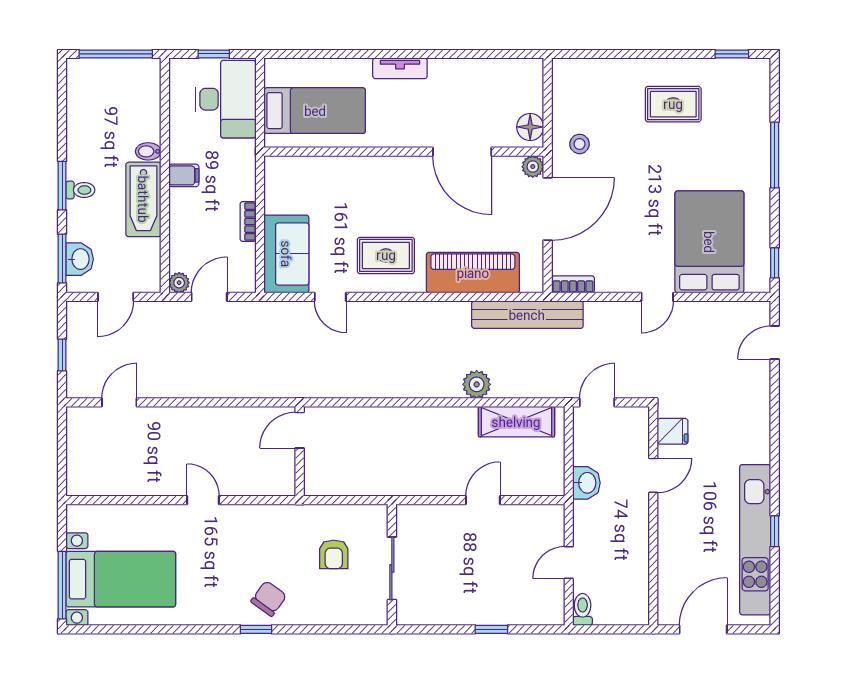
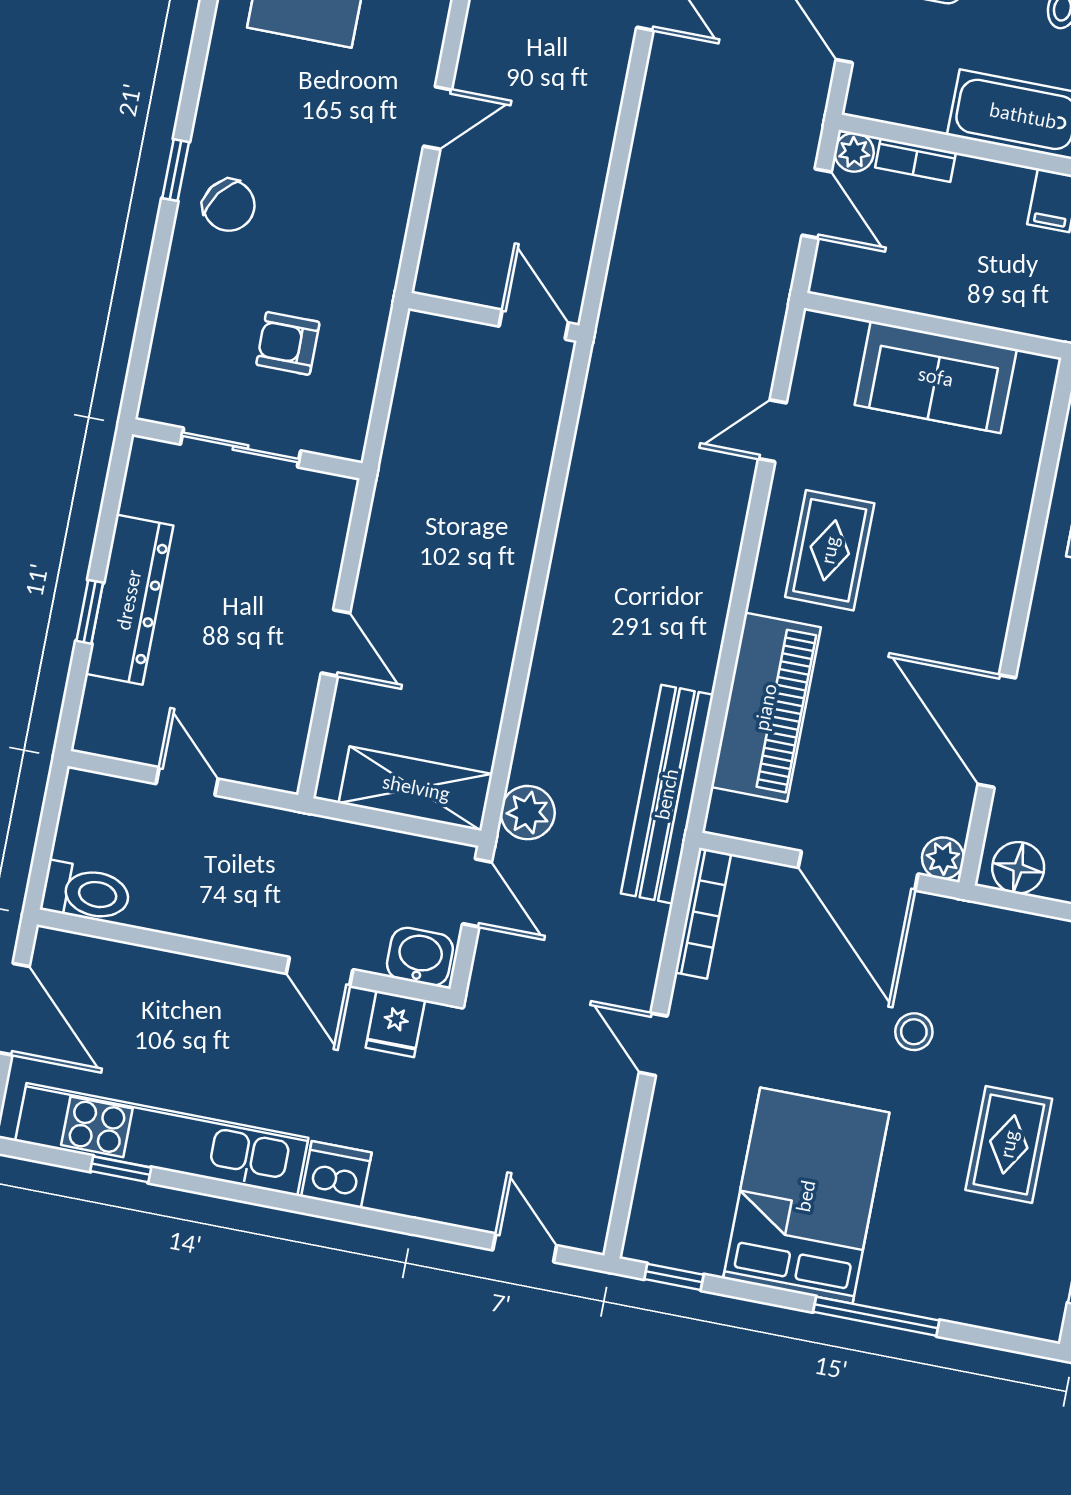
stool: (580, 144) -> (914, 1032), moved
door: (462, 152) -> (997, 731), hinge flipped
bookcase: (248, 222) -> (915, 160), moved, turned 180
bed: (709, 242) -> (806, 1196), moved, turned -90
sofa: (286, 254) -> (936, 377), moved
bookcase: (573, 284) -> (703, 913), width x1.56
plant: (477, 384) -> (528, 813), moved
shelving: (516, 422) -> (416, 788), moved, turned 90
dishwasher: (756, 447) -> (336, 1175), added
washbasin: (586, 483) -> (420, 957), moved, turned 180
window: (775, 531) -> (121, 1169), moved
toilet: (583, 609) -> (86, 892), moved, width x1.37, depth x1.39
dresser: (481, 610) -> (129, 600), added

